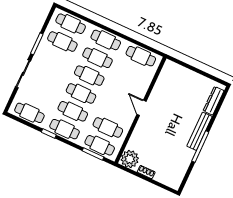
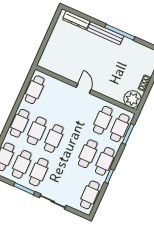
cafe table: (81, 93) -> (39, 172), moved
door: (141, 108) -> (84, 89), swing flipped

